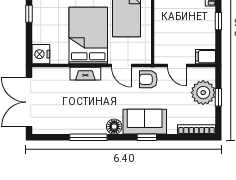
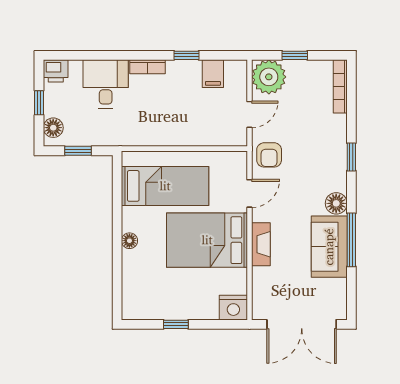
filing cabinet: (206, 57) -> (213, 74), moved
plant: (203, 93) -> (269, 77), moved
sofa: (145, 122) -> (329, 247), moved

